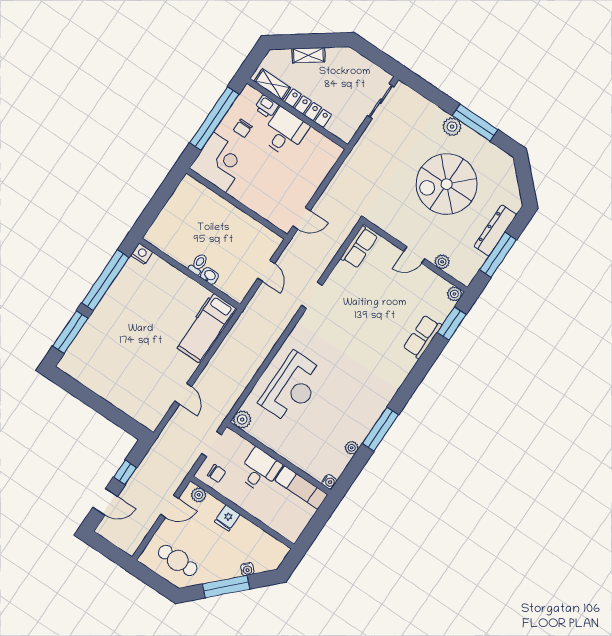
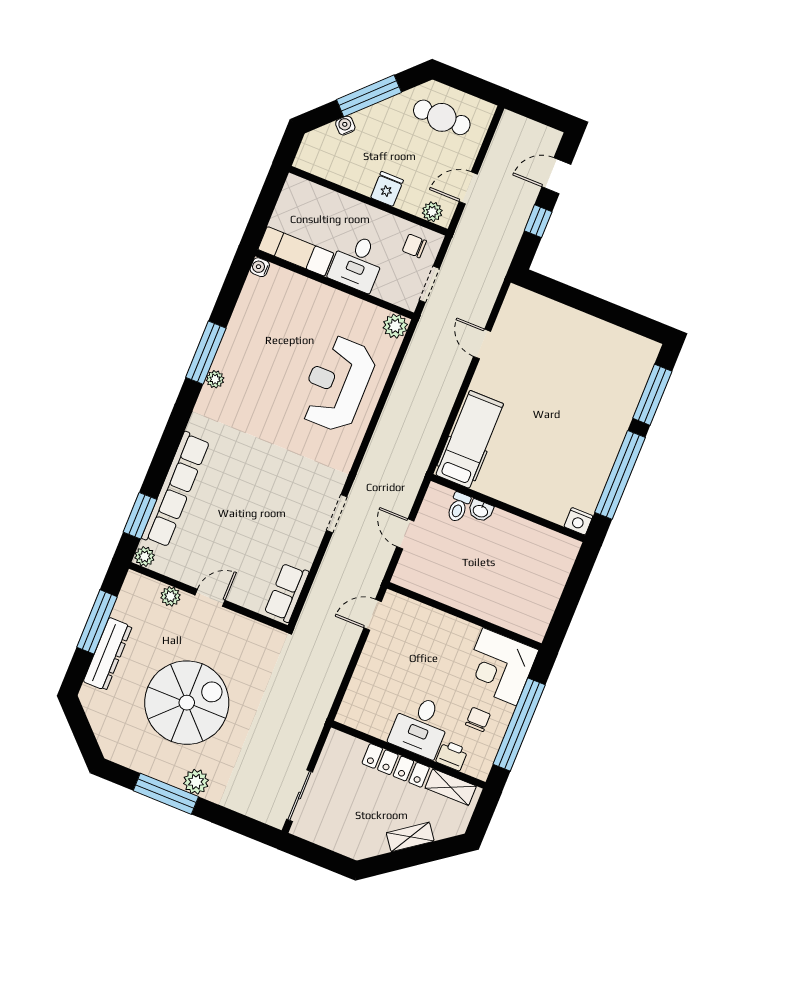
toilet: (198, 264) -> (458, 507), moved
row of seats: (422, 337) -> (176, 490), width x2.02
plant: (352, 448) -> (215, 379), moved

